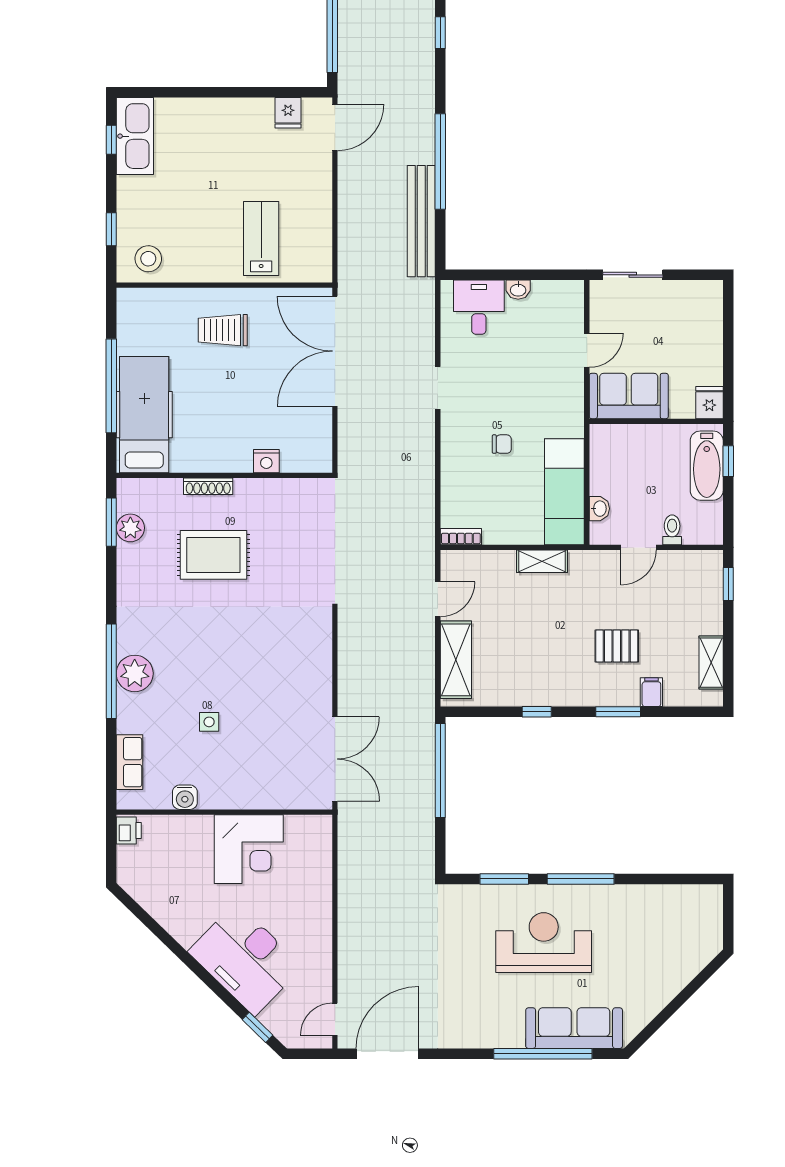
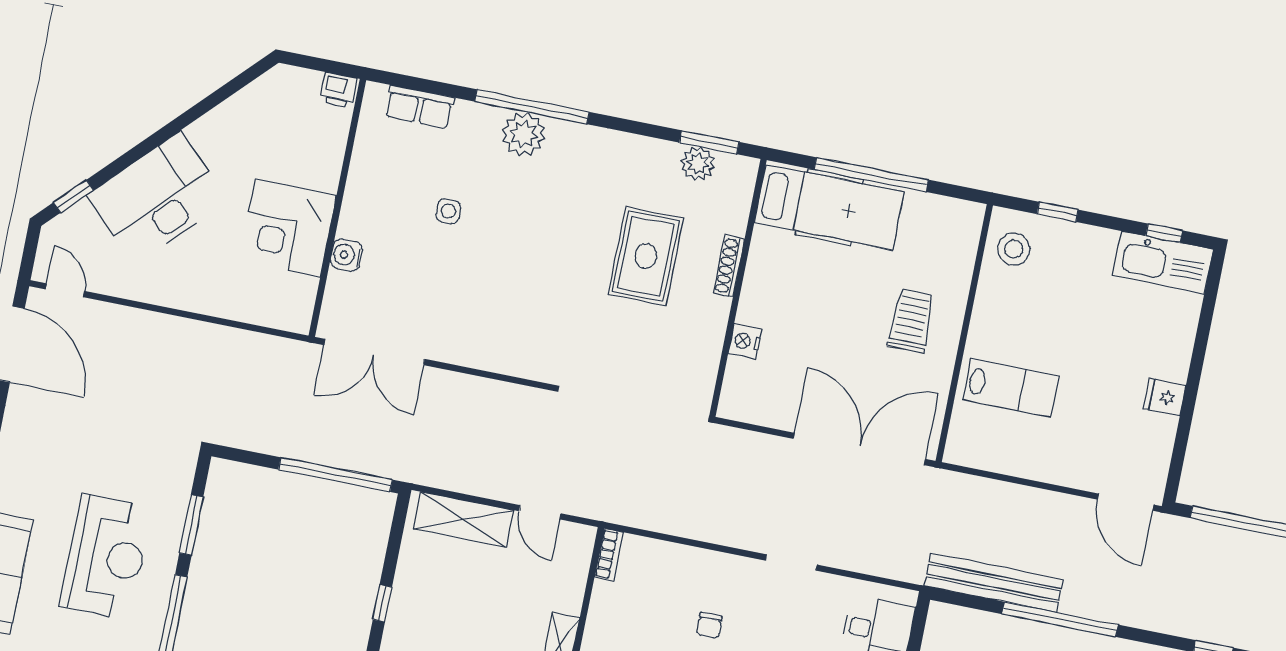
fridge: (288, 113) -> (1165, 397), moved
water cooler: (185, 797) -> (346, 255), moved

